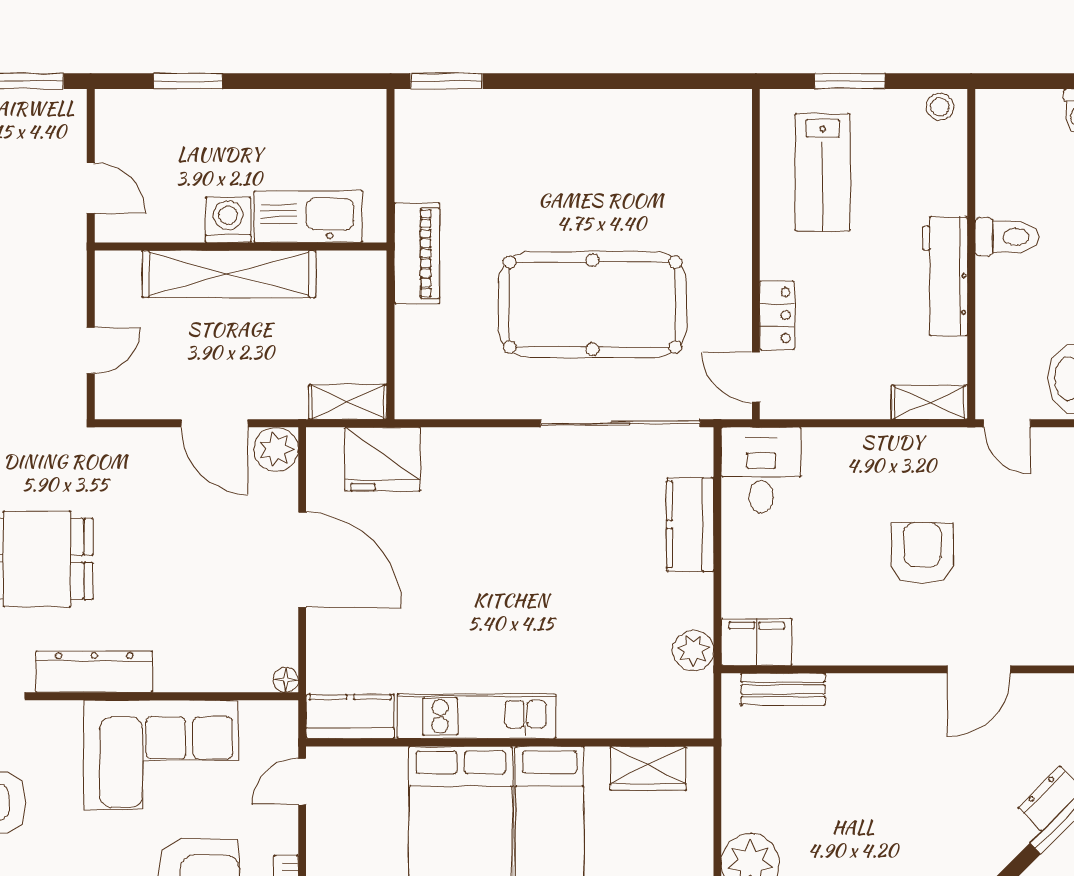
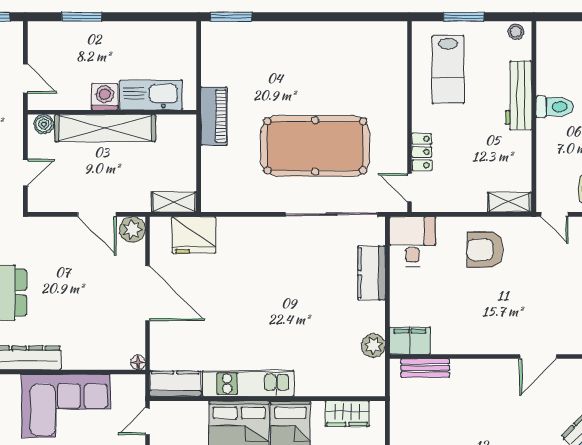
boiler: (122, 267) -> (44, 124), added
workbench: (945, 276) -> (519, 95), moved
armchair: (922, 553) -> (485, 250), moved, turned -90

